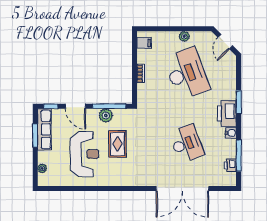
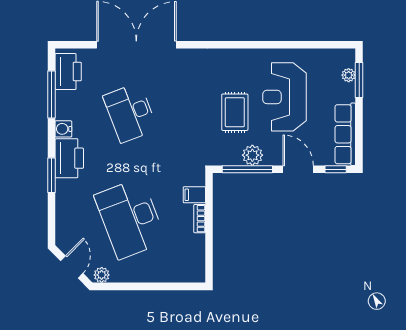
plant: (184, 36) -> (102, 275), moved
filing cabinet: (144, 43) -> (194, 195), moved
window: (35, 136) -> (359, 80), moved
printer: (230, 165) -> (68, 72), width x1.87, depth x1.48

